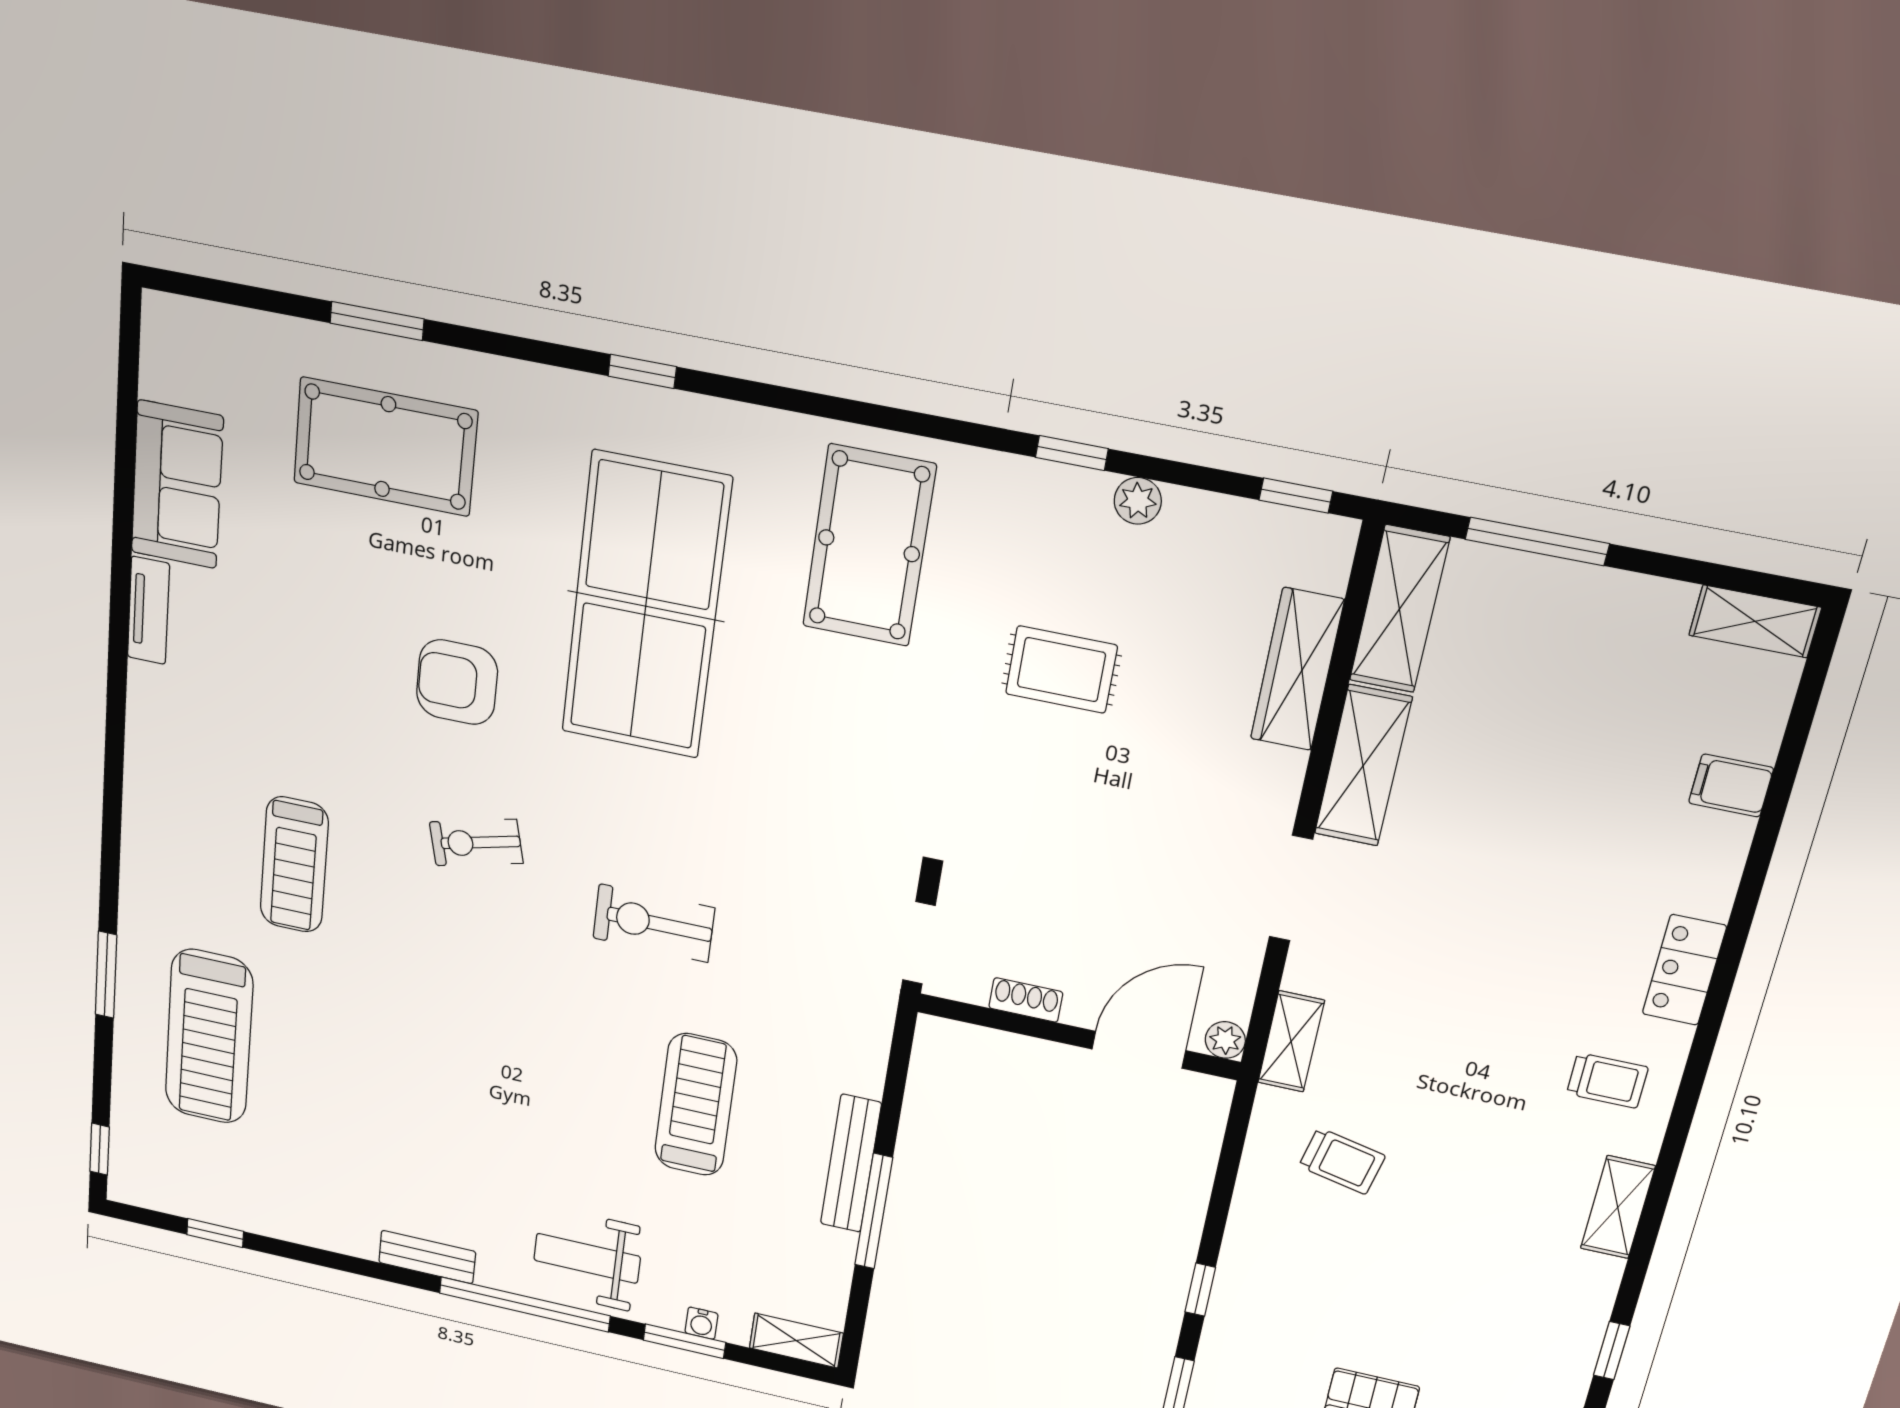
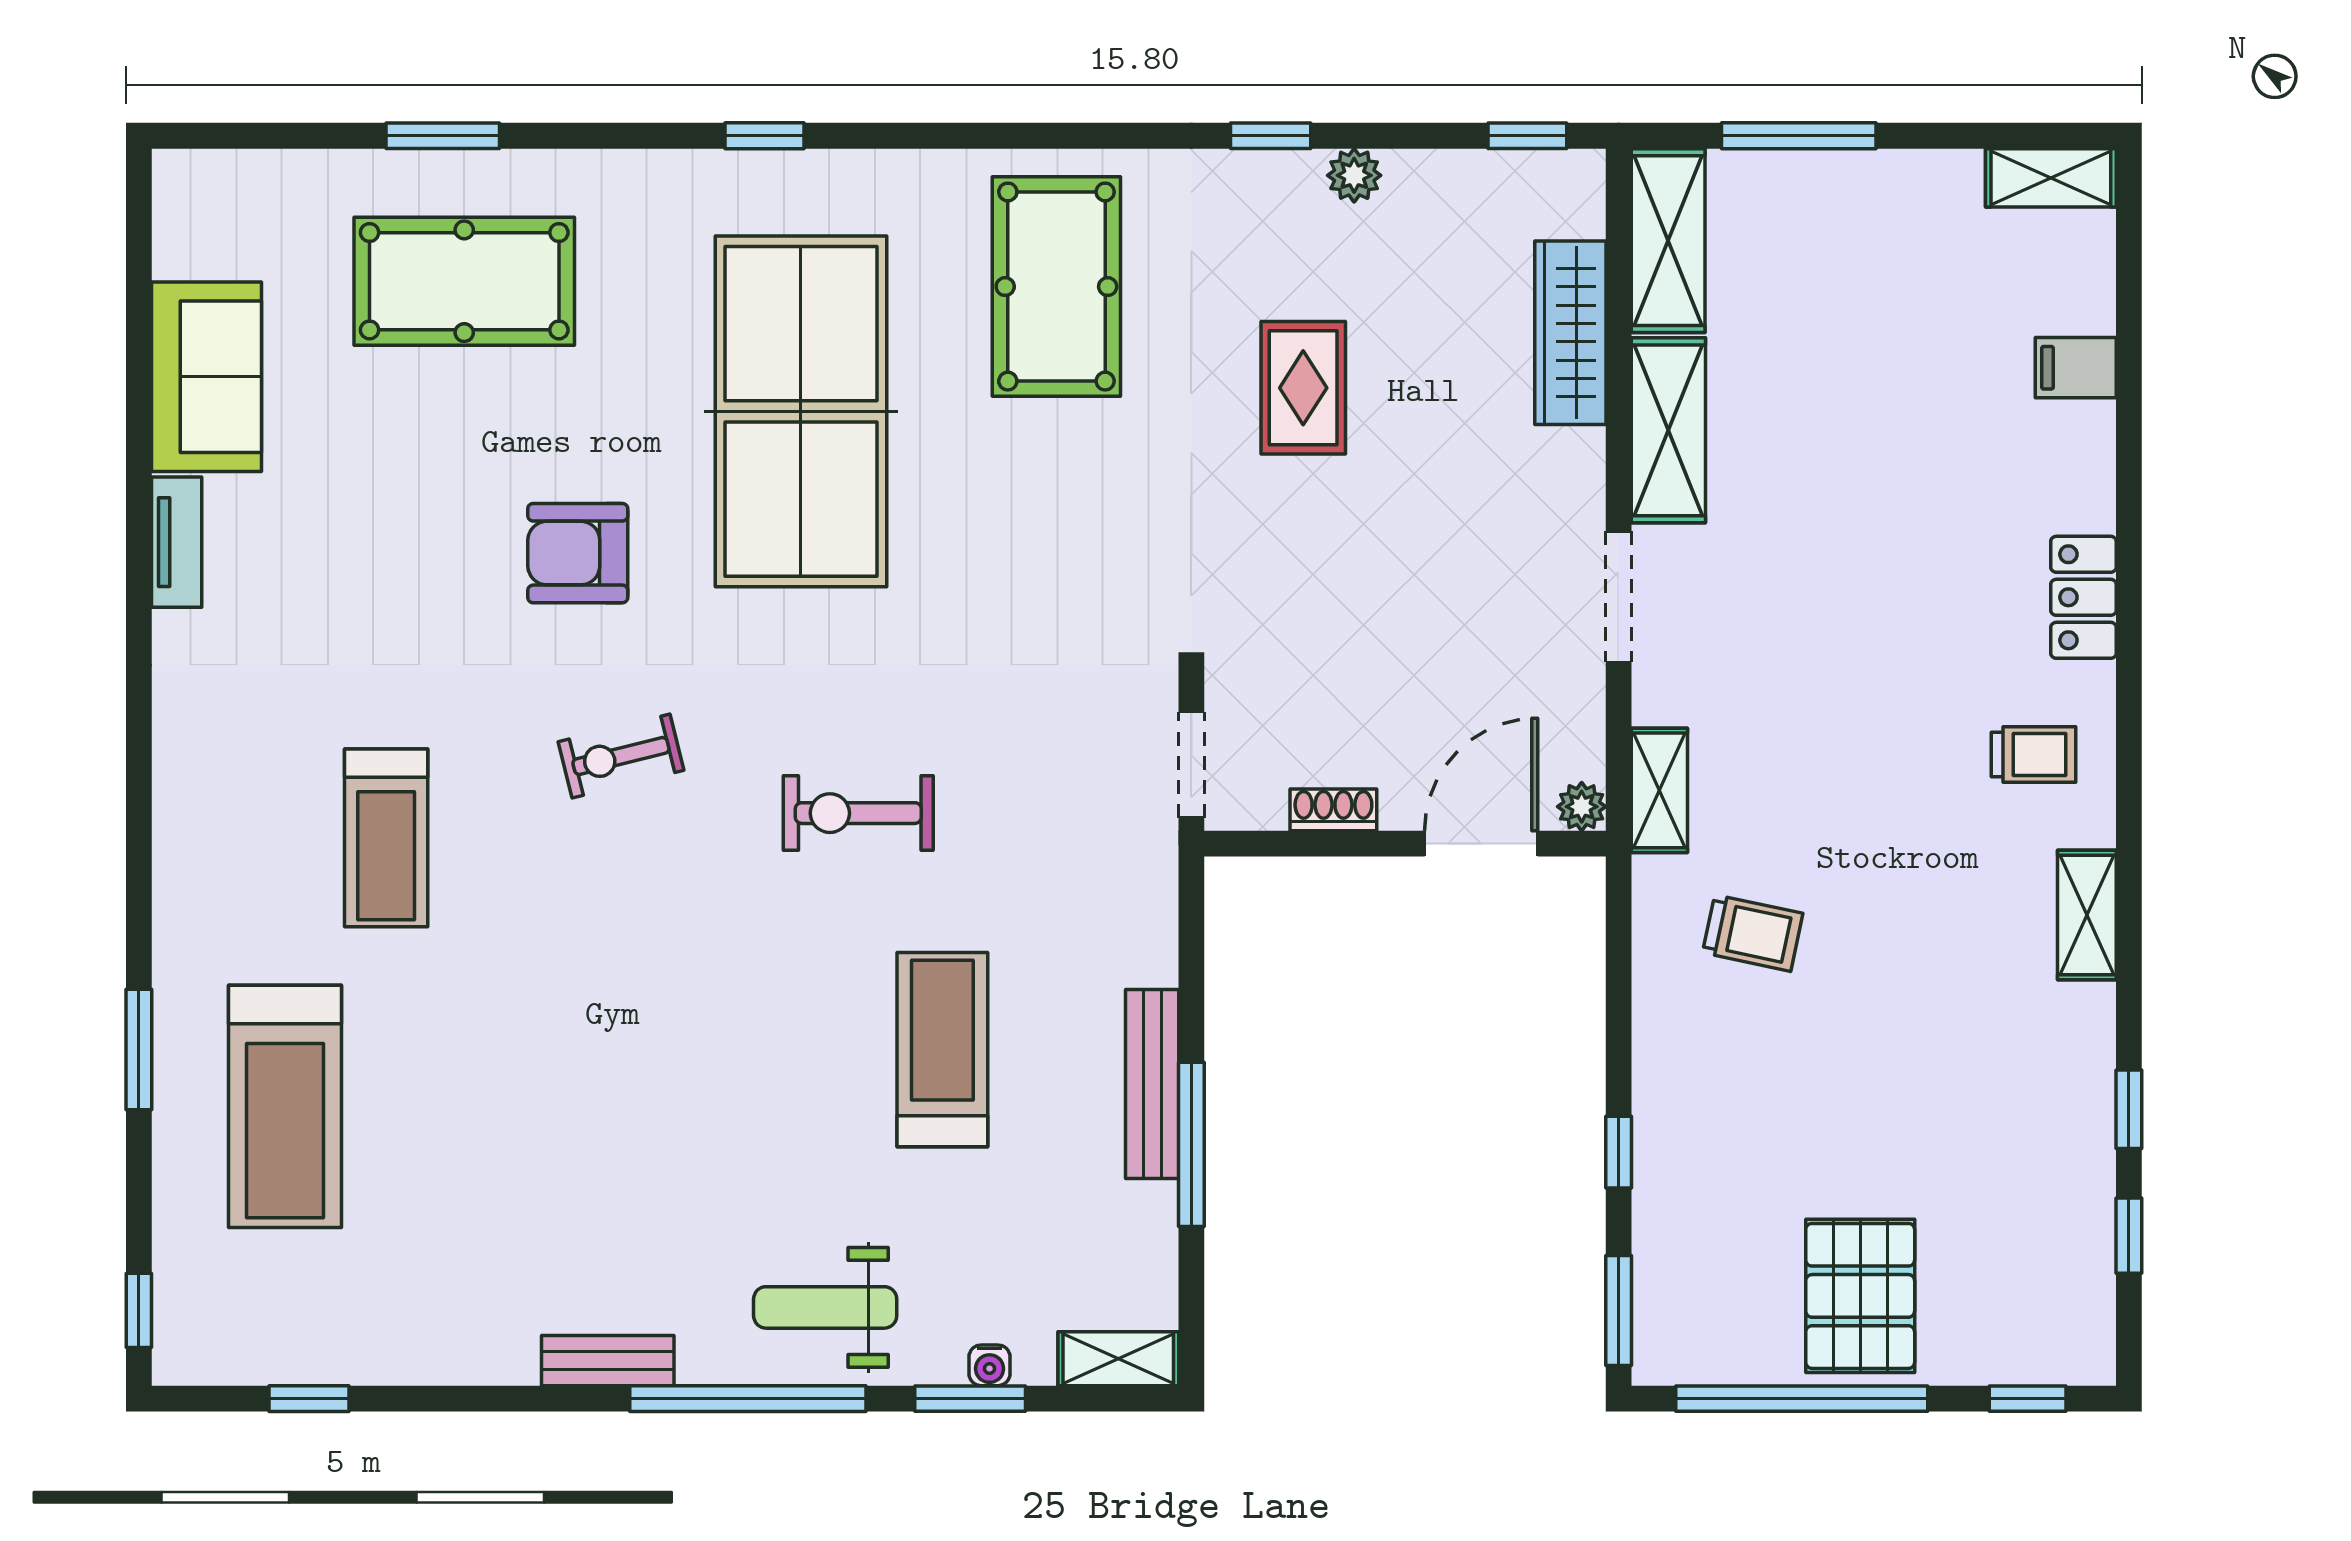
rug: (1061, 670) -> (1303, 388), turned 90

